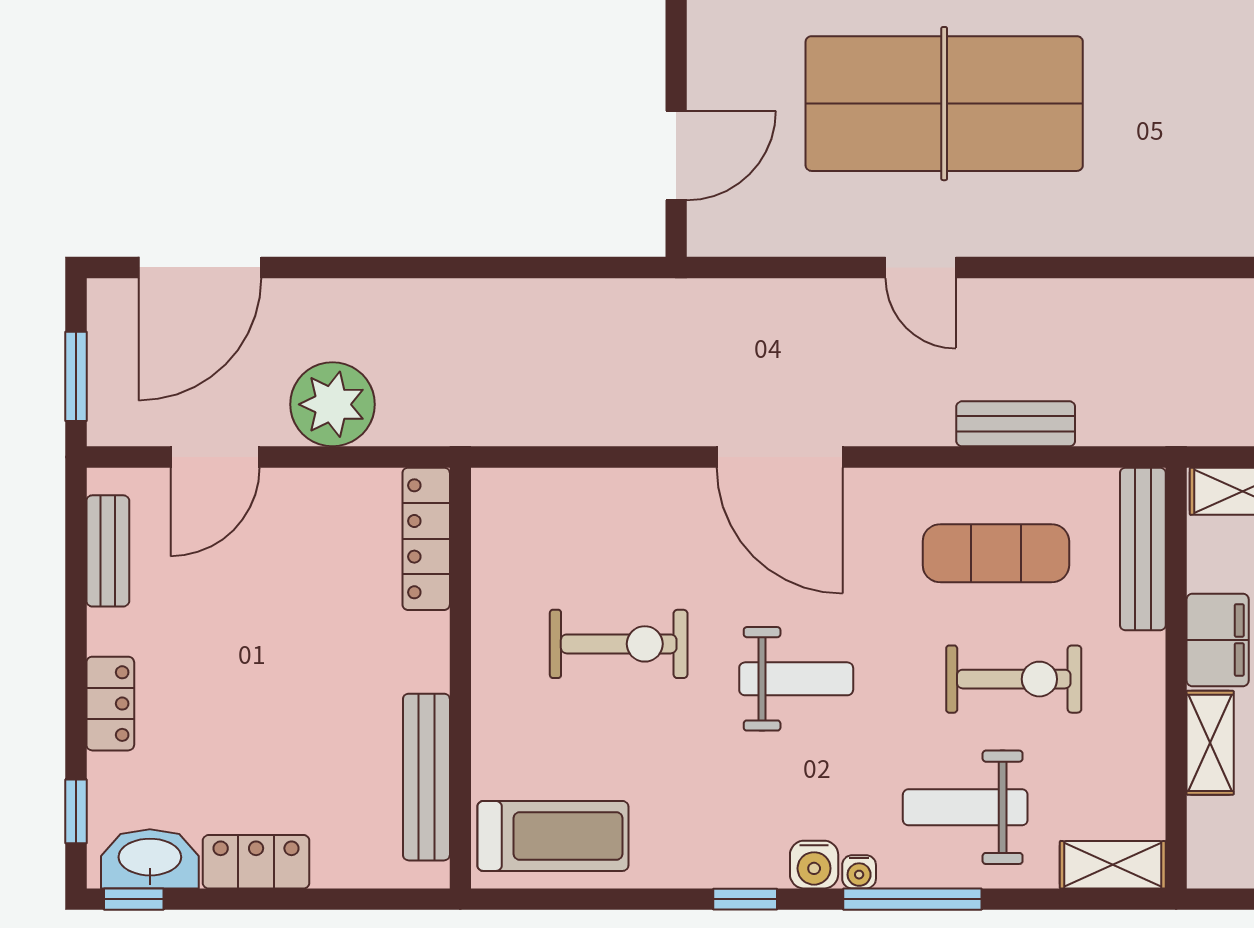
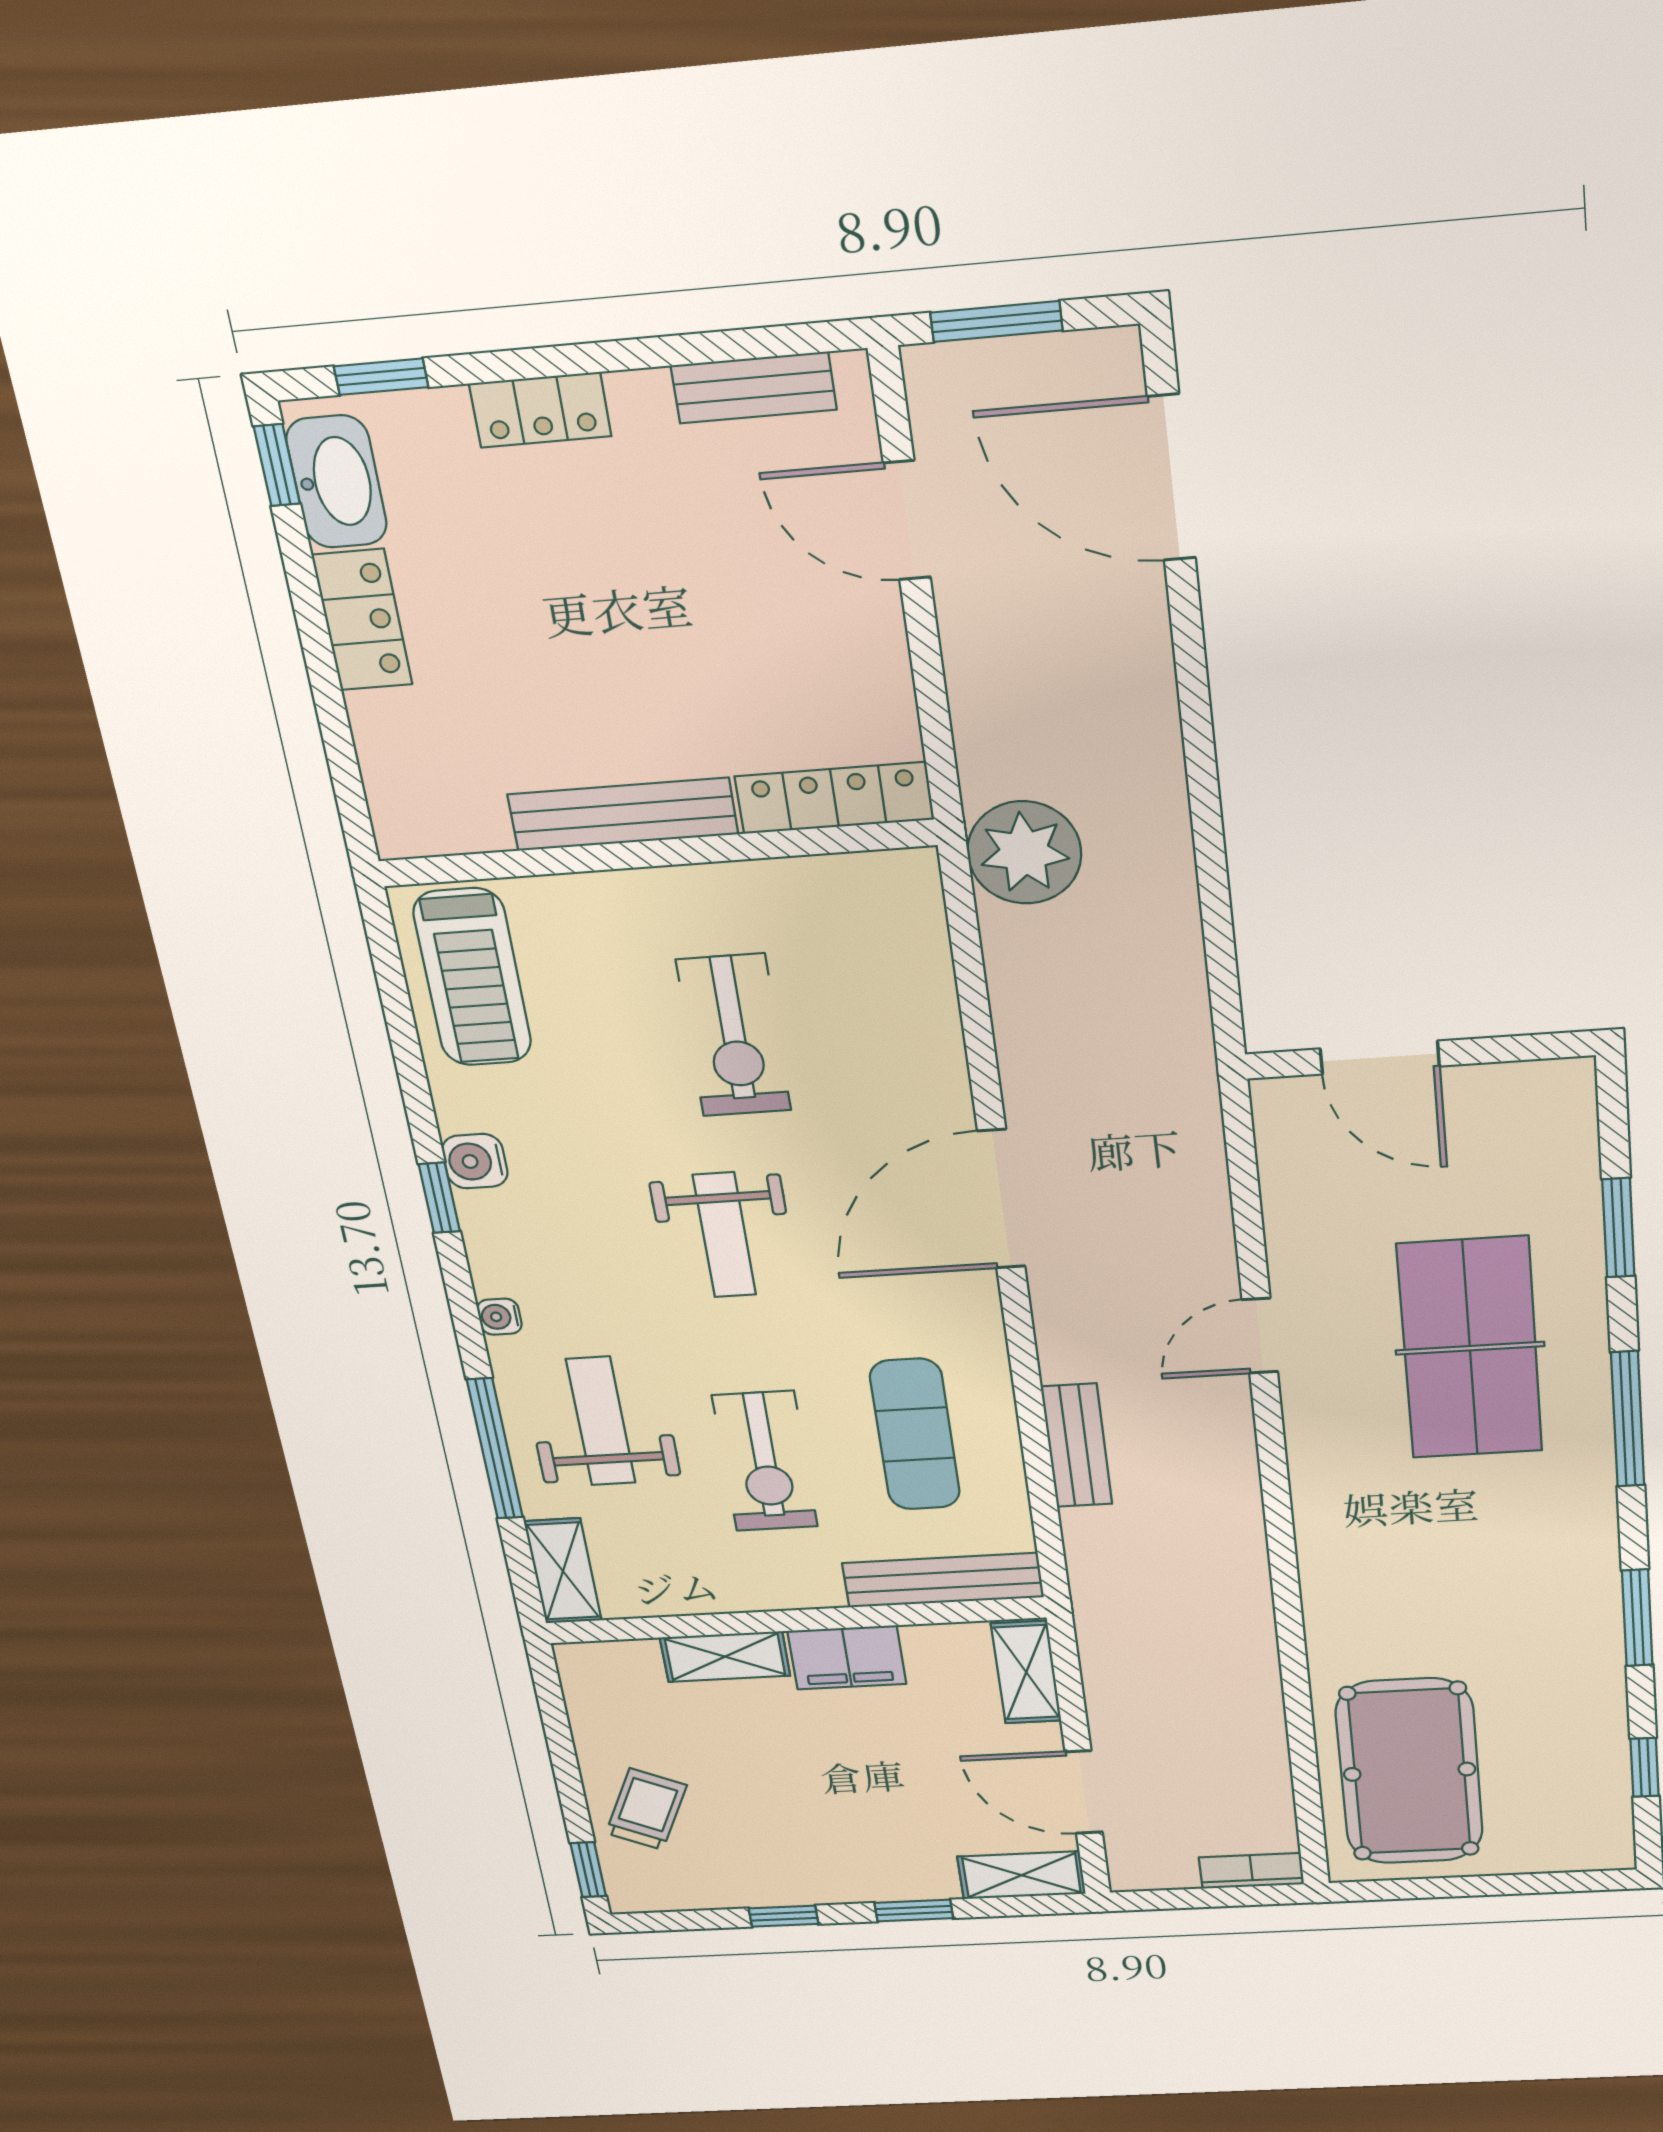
table tennis table: (944, 104) -> (1470, 1348), width x0.73, depth x0.76
plant: (332, 404) -> (1024, 853), moved
bench: (426, 777) -> (623, 814), moved
water cooler: (814, 865) -> (475, 1161), moved
window: (912, 899) -> (495, 1449), moved

